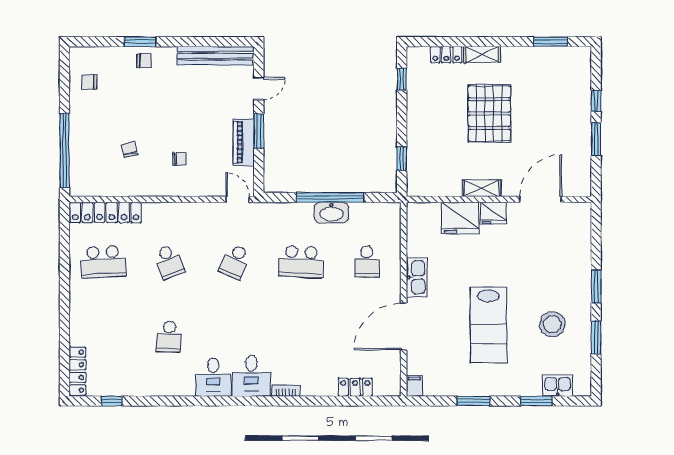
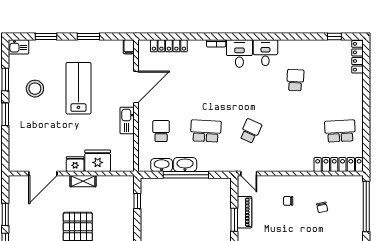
washbasin: (366, 212) -> (162, 165), added
school desk: (169, 262) -> (295, 131), removed
kitchen sink: (558, 386) -> (18, 47), moved
locker: (355, 387) -> (169, 46), width x1.53

